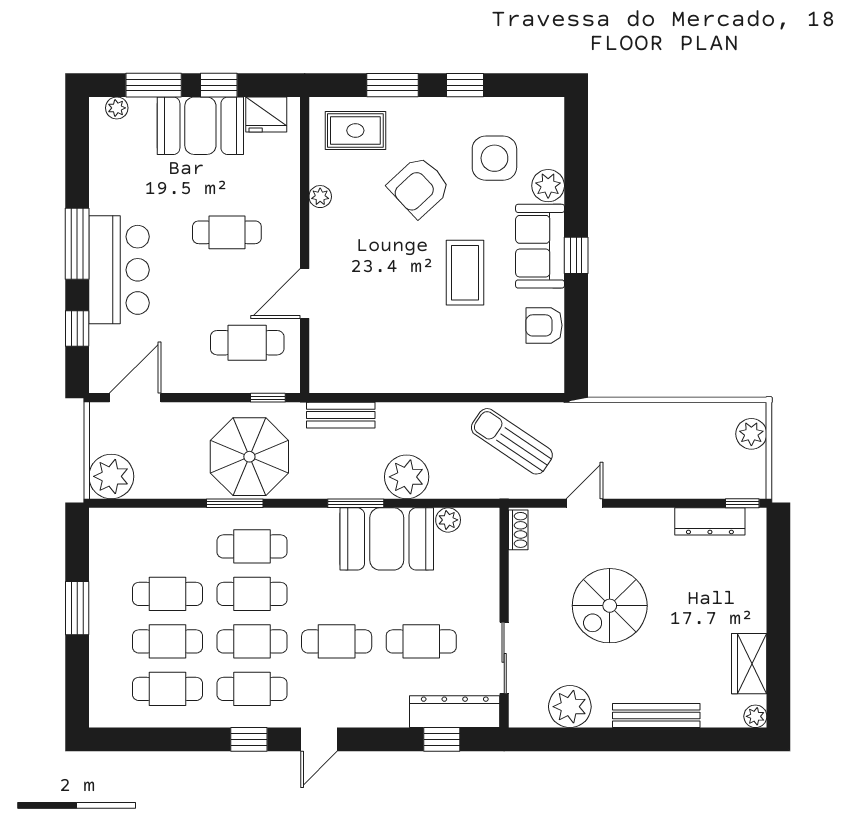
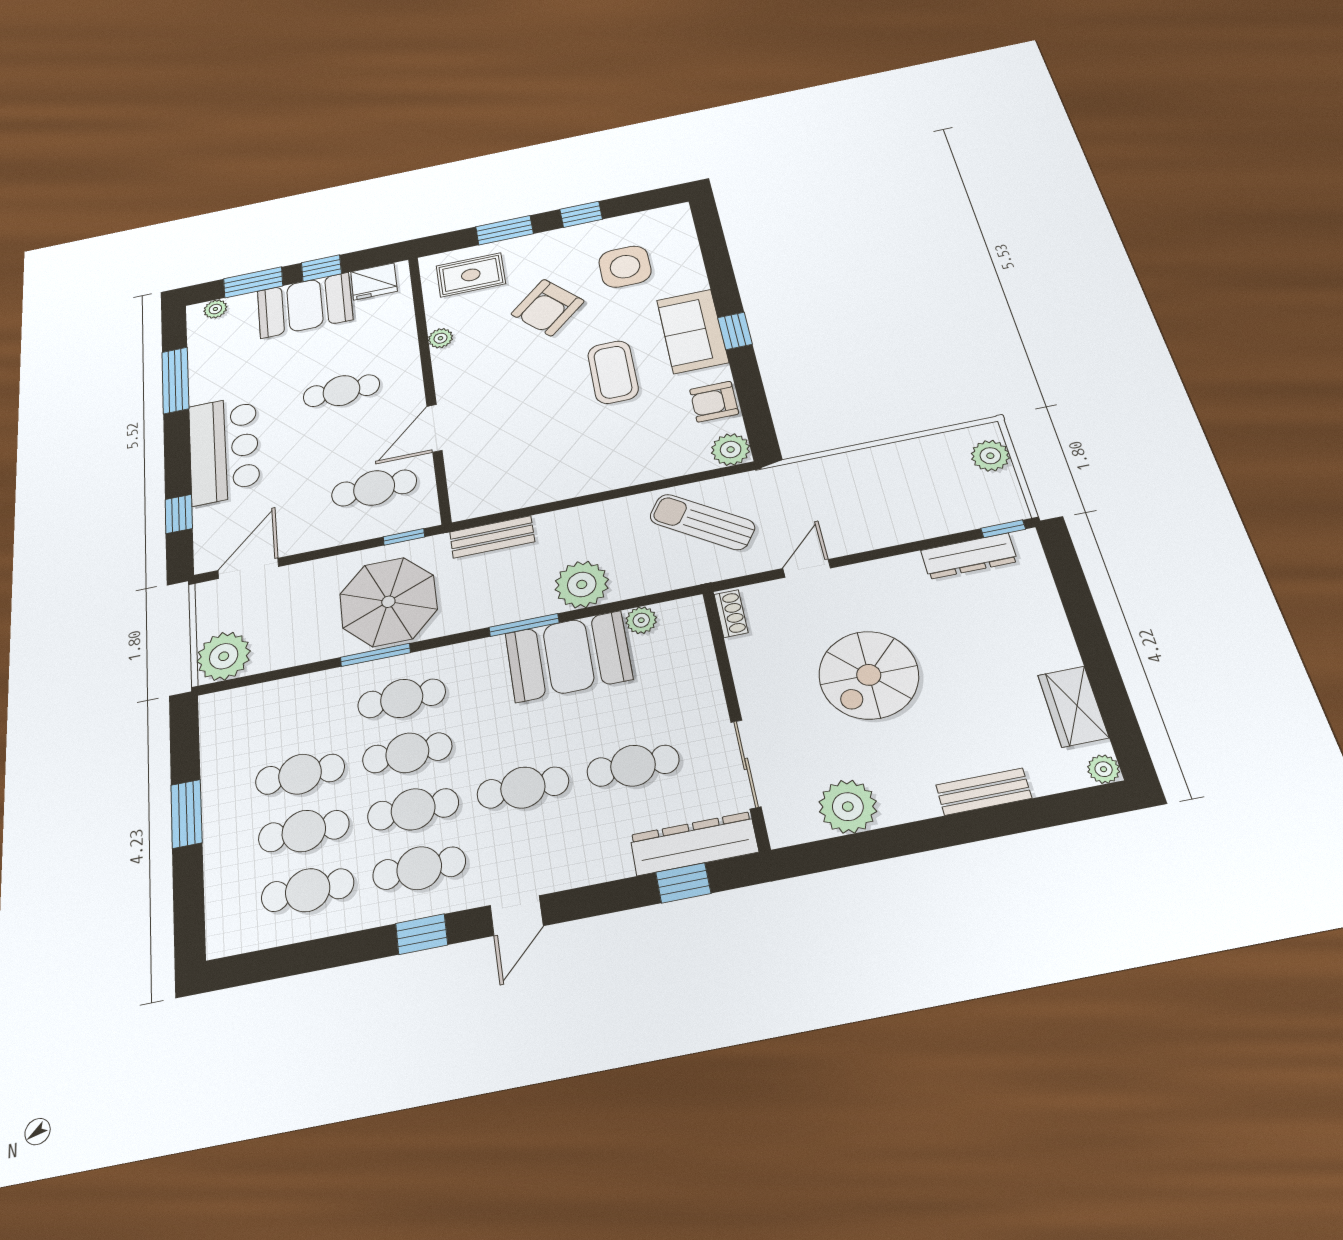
plant: (548, 186) -> (731, 450), moved
window: (77, 244) -> (175, 380), moved
bench: (656, 716) -> (984, 792), width x0.73

